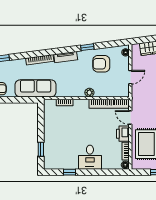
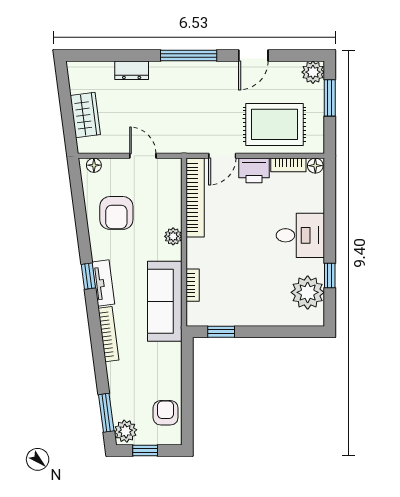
window: (87, 47) -> (88, 276), moved
sofa: (36, 88) -> (165, 301), moved
window: (41, 149) -> (221, 332), moved
plant: (61, 161) -> (308, 292), added

